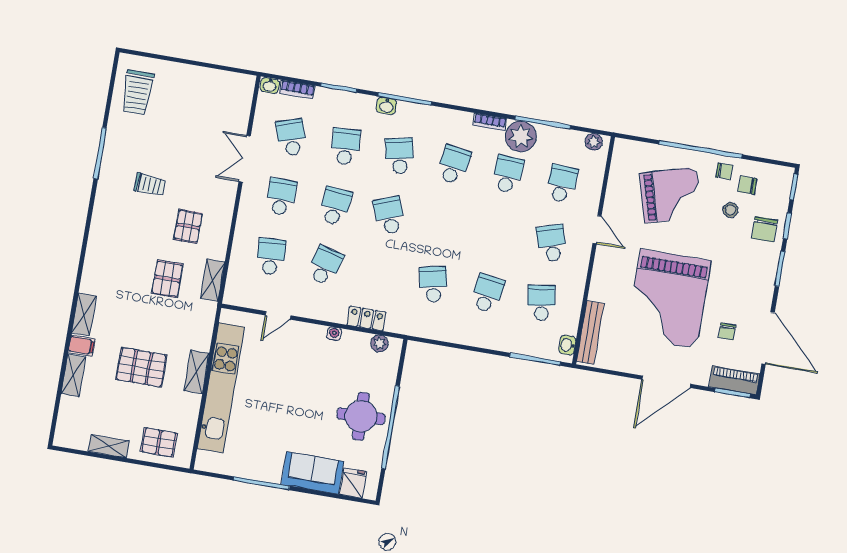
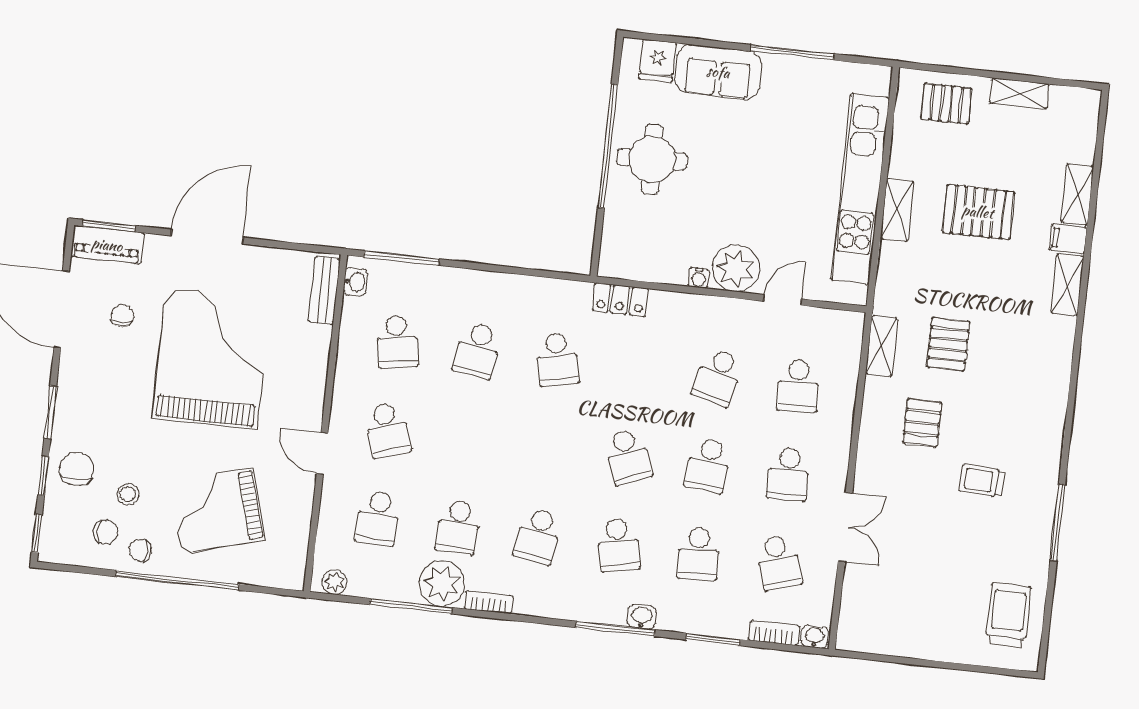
locker: (366, 318) -> (620, 300), moved
bench: (590, 332) -> (324, 290), width x0.73
plant: (379, 343) -> (736, 268), moved, width x1.88, depth x1.88

